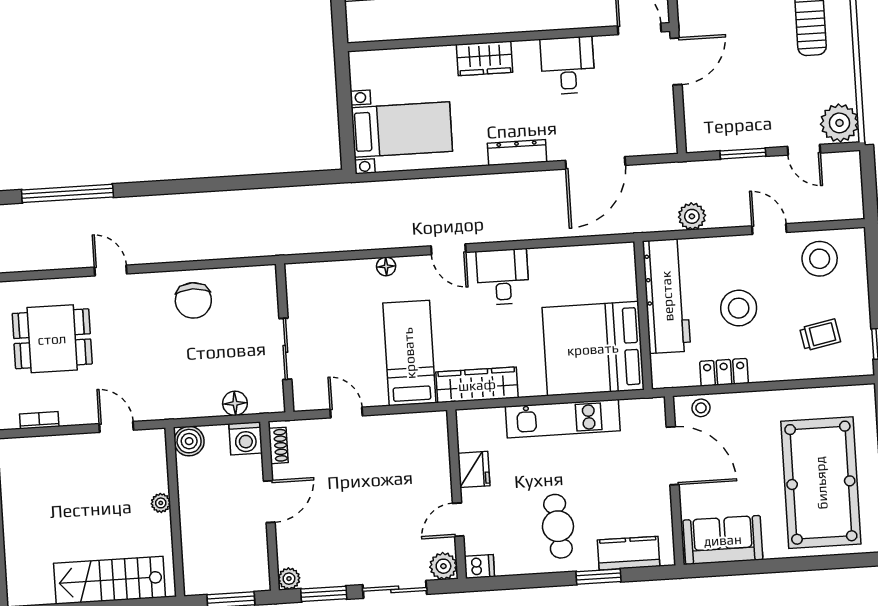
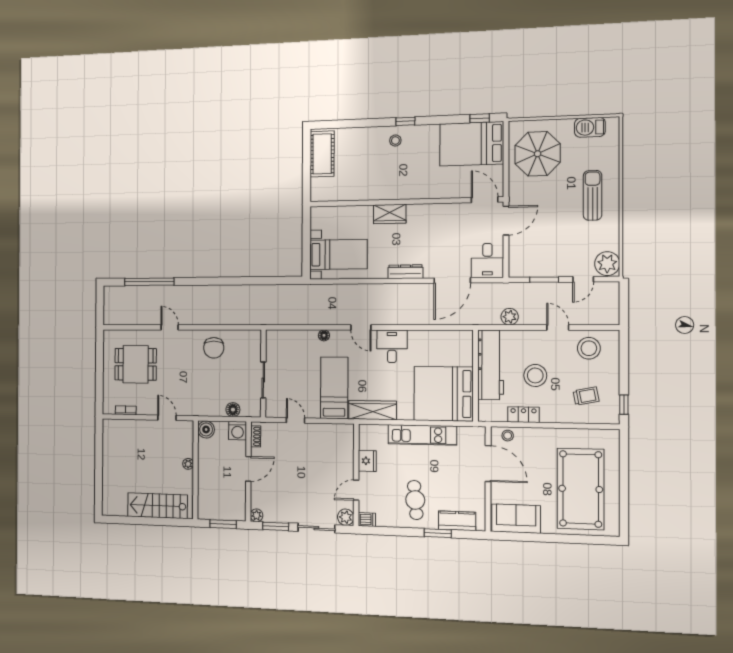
desk: (568, 65) -> (487, 261), moved, turned 180
door: (804, 150) -> (583, 279), hinge flipped

